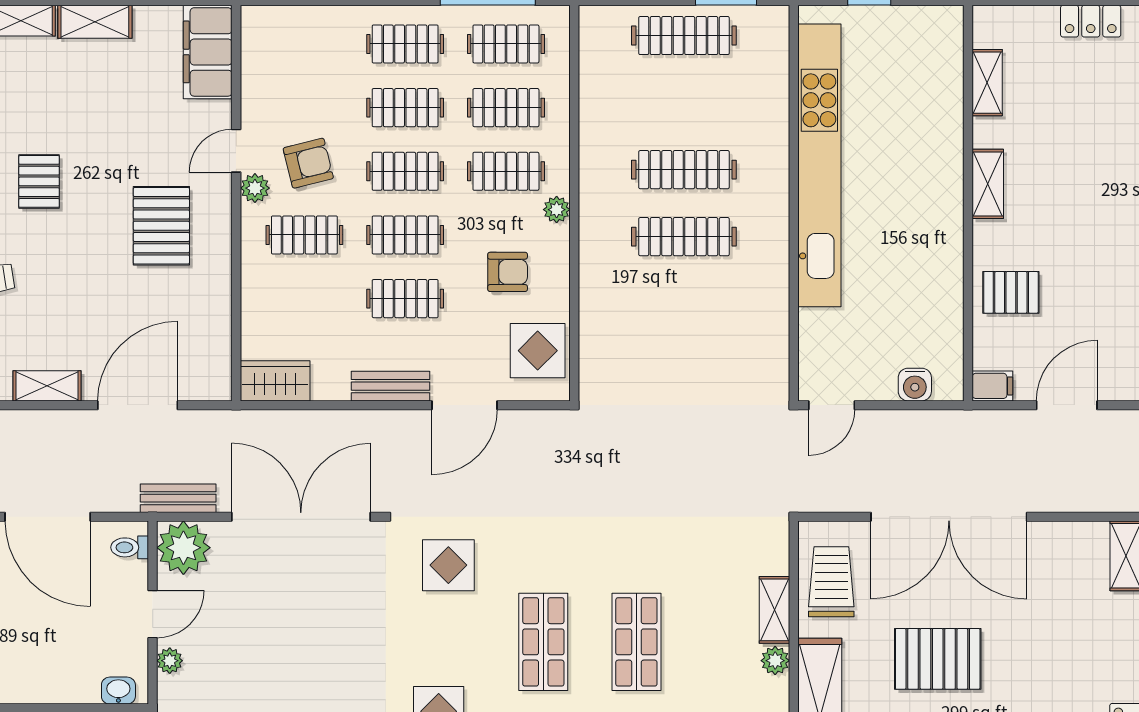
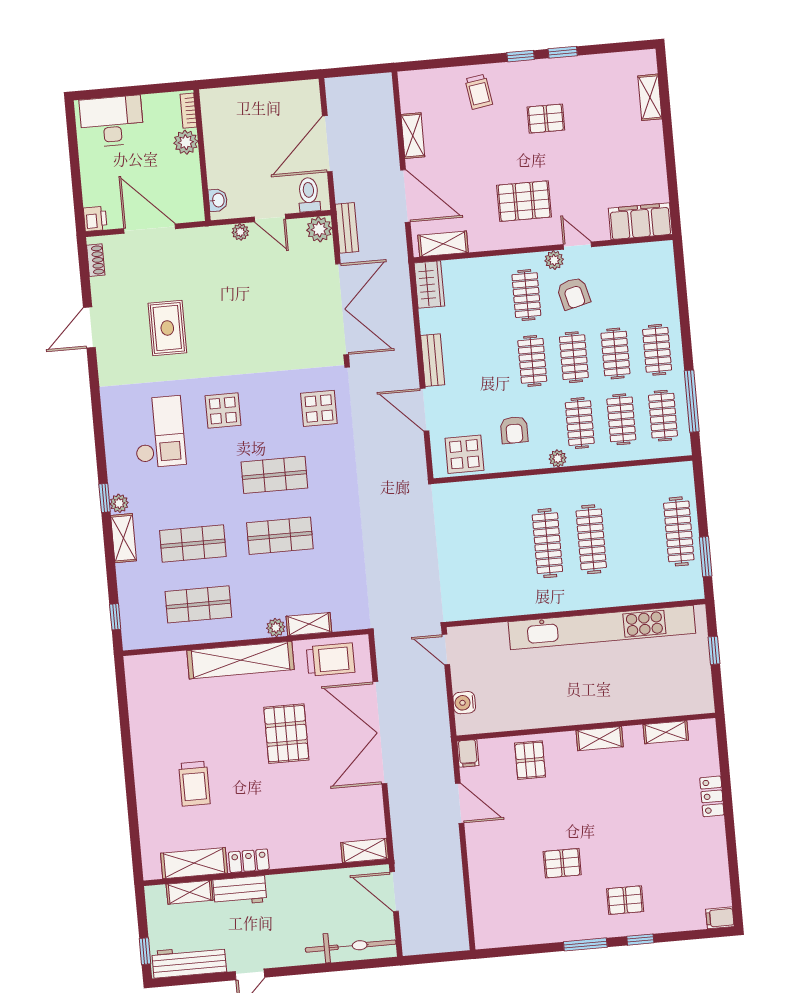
shelving: (95, 22) -> (443, 244), moved, turned 90
clothes rail: (405, 299) -> (491, 365), removed
toilet: (130, 547) -> (309, 195), width x1.37, depth x1.39
plant: (183, 548) -> (319, 229), width x0.73, depth x0.73

